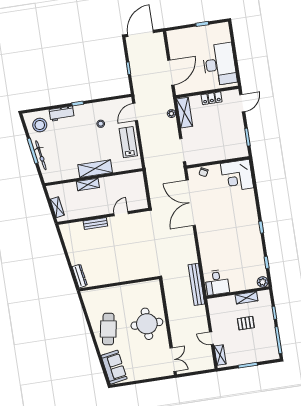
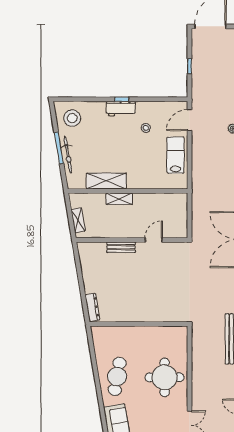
workbench: (62, 114) -> (121, 109), moved
shelving: (95, 169) -> (106, 181), moved

